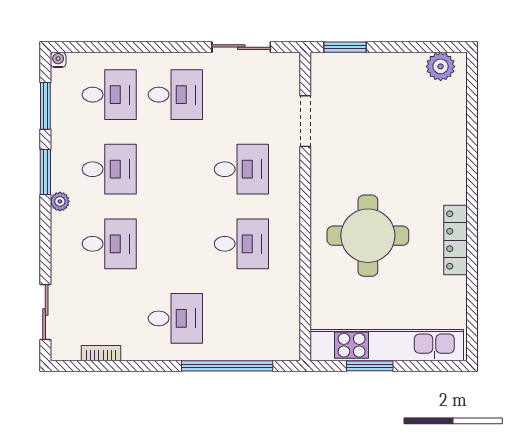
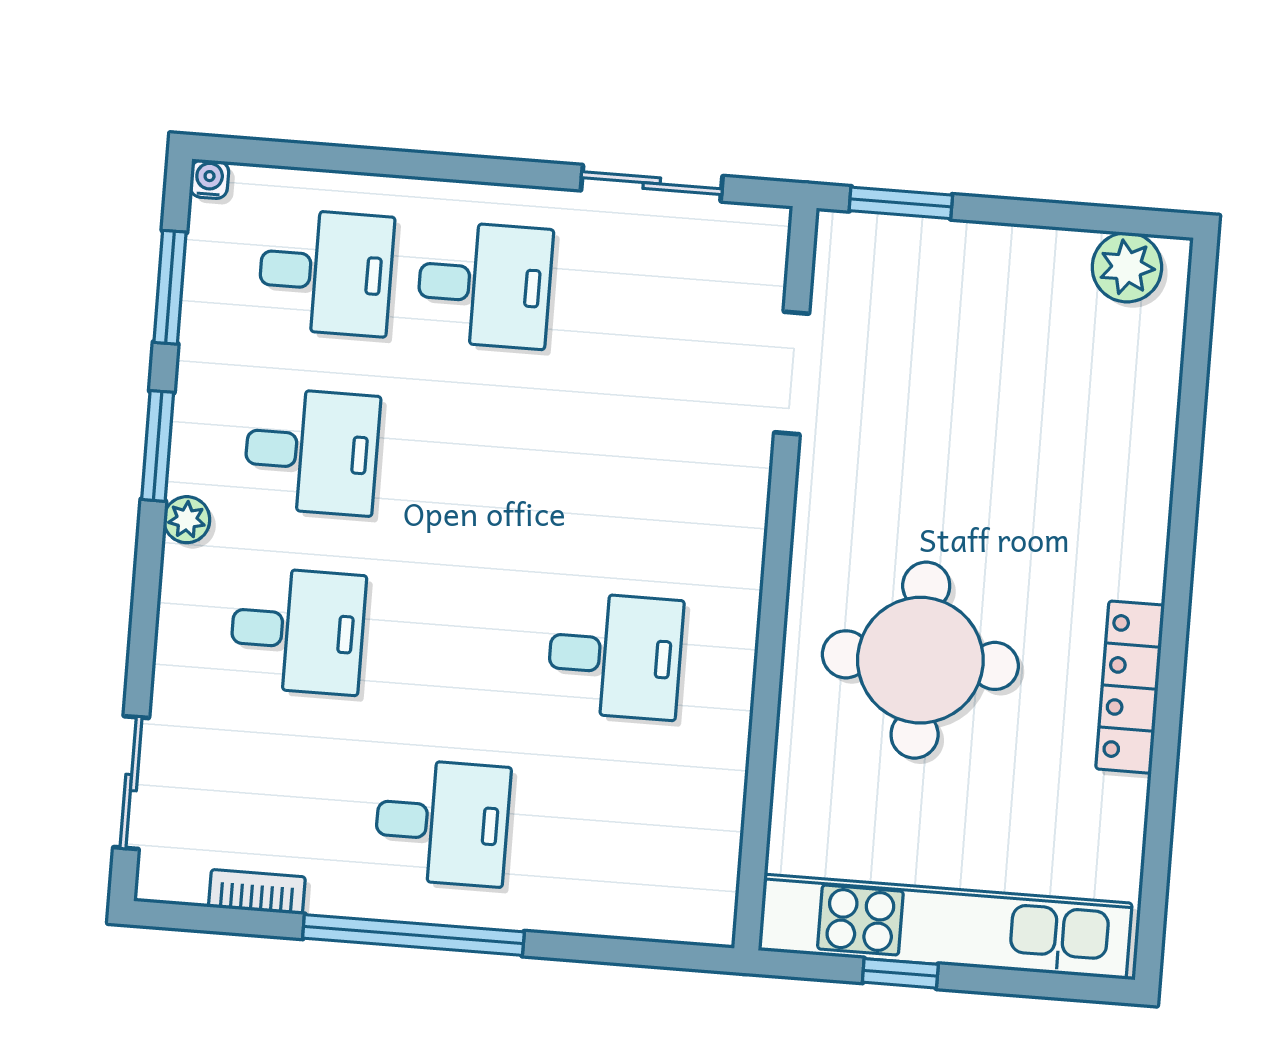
desk: (241, 169) -> (629, 477), removed
window: (227, 366) -> (413, 935), moved
window: (370, 366) -> (900, 973), width x0.67

